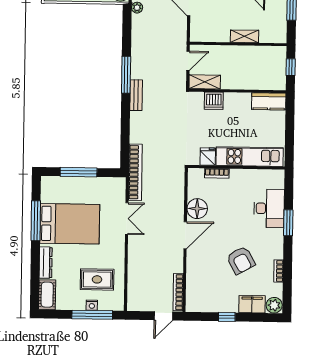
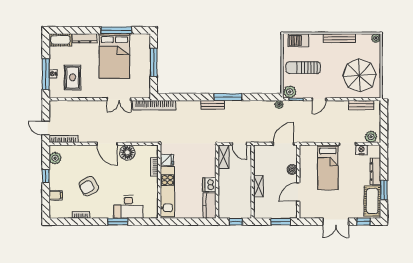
dishwasher: (214, 101) -> (209, 185), moved
filing cabinet: (252, 304) -> (56, 195), width x0.50
plant: (274, 305) -> (55, 158), moved

